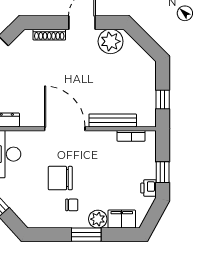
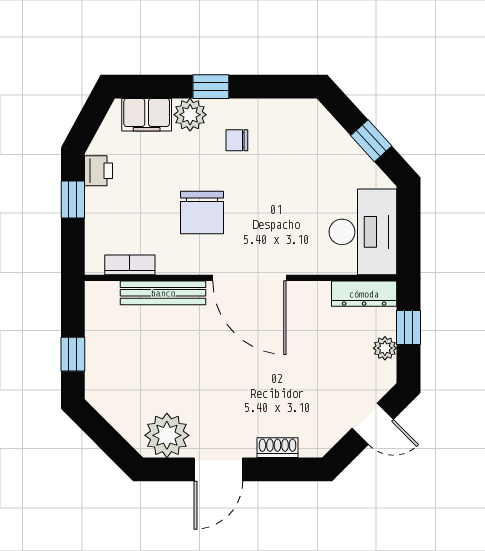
shoe rack: (49, 35) -> (277, 448), width x0.70
window: (163, 100) -> (73, 354), moved
chair: (60, 178) -> (202, 213), moved, turned 90
window: (86, 235) -> (211, 87), width x0.67

